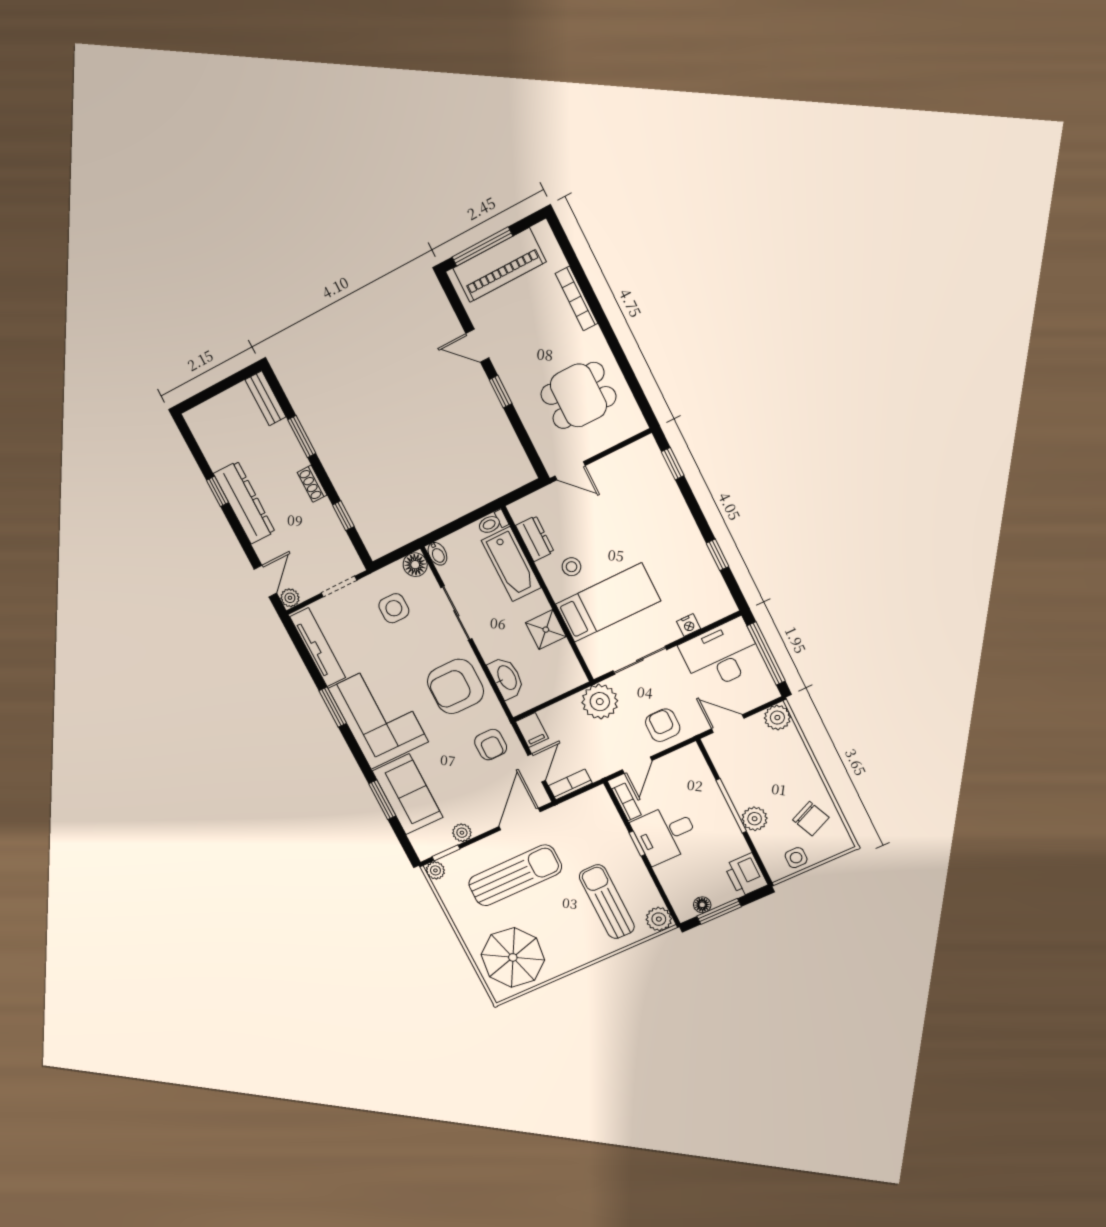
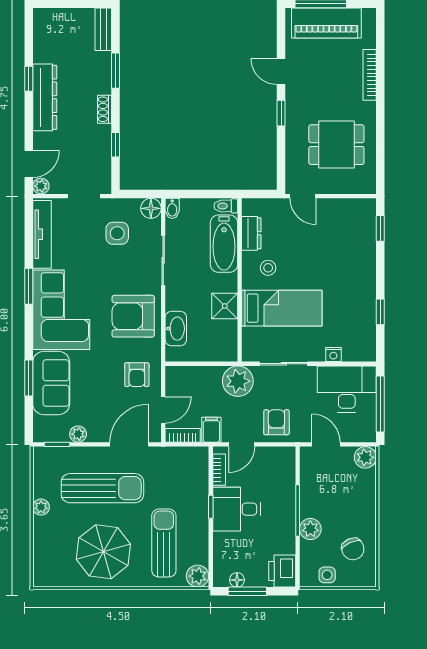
filing cabinet: (532, 730) -> (211, 430), moved, turned 180
plant: (435, 870) -> (41, 507), moved
parasol: (513, 957) -> (103, 552), moved

